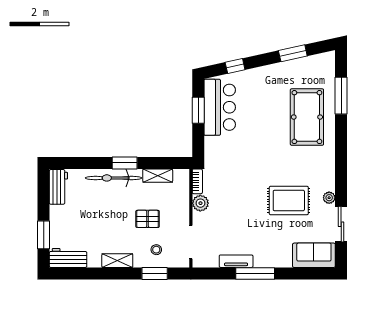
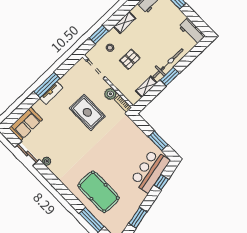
bar counter: (220, 107) -> (150, 171), moved, turned 78
rug: (289, 200) -> (87, 112), moved, turned 90
tv unit: (236, 261) -> (51, 93), moved

